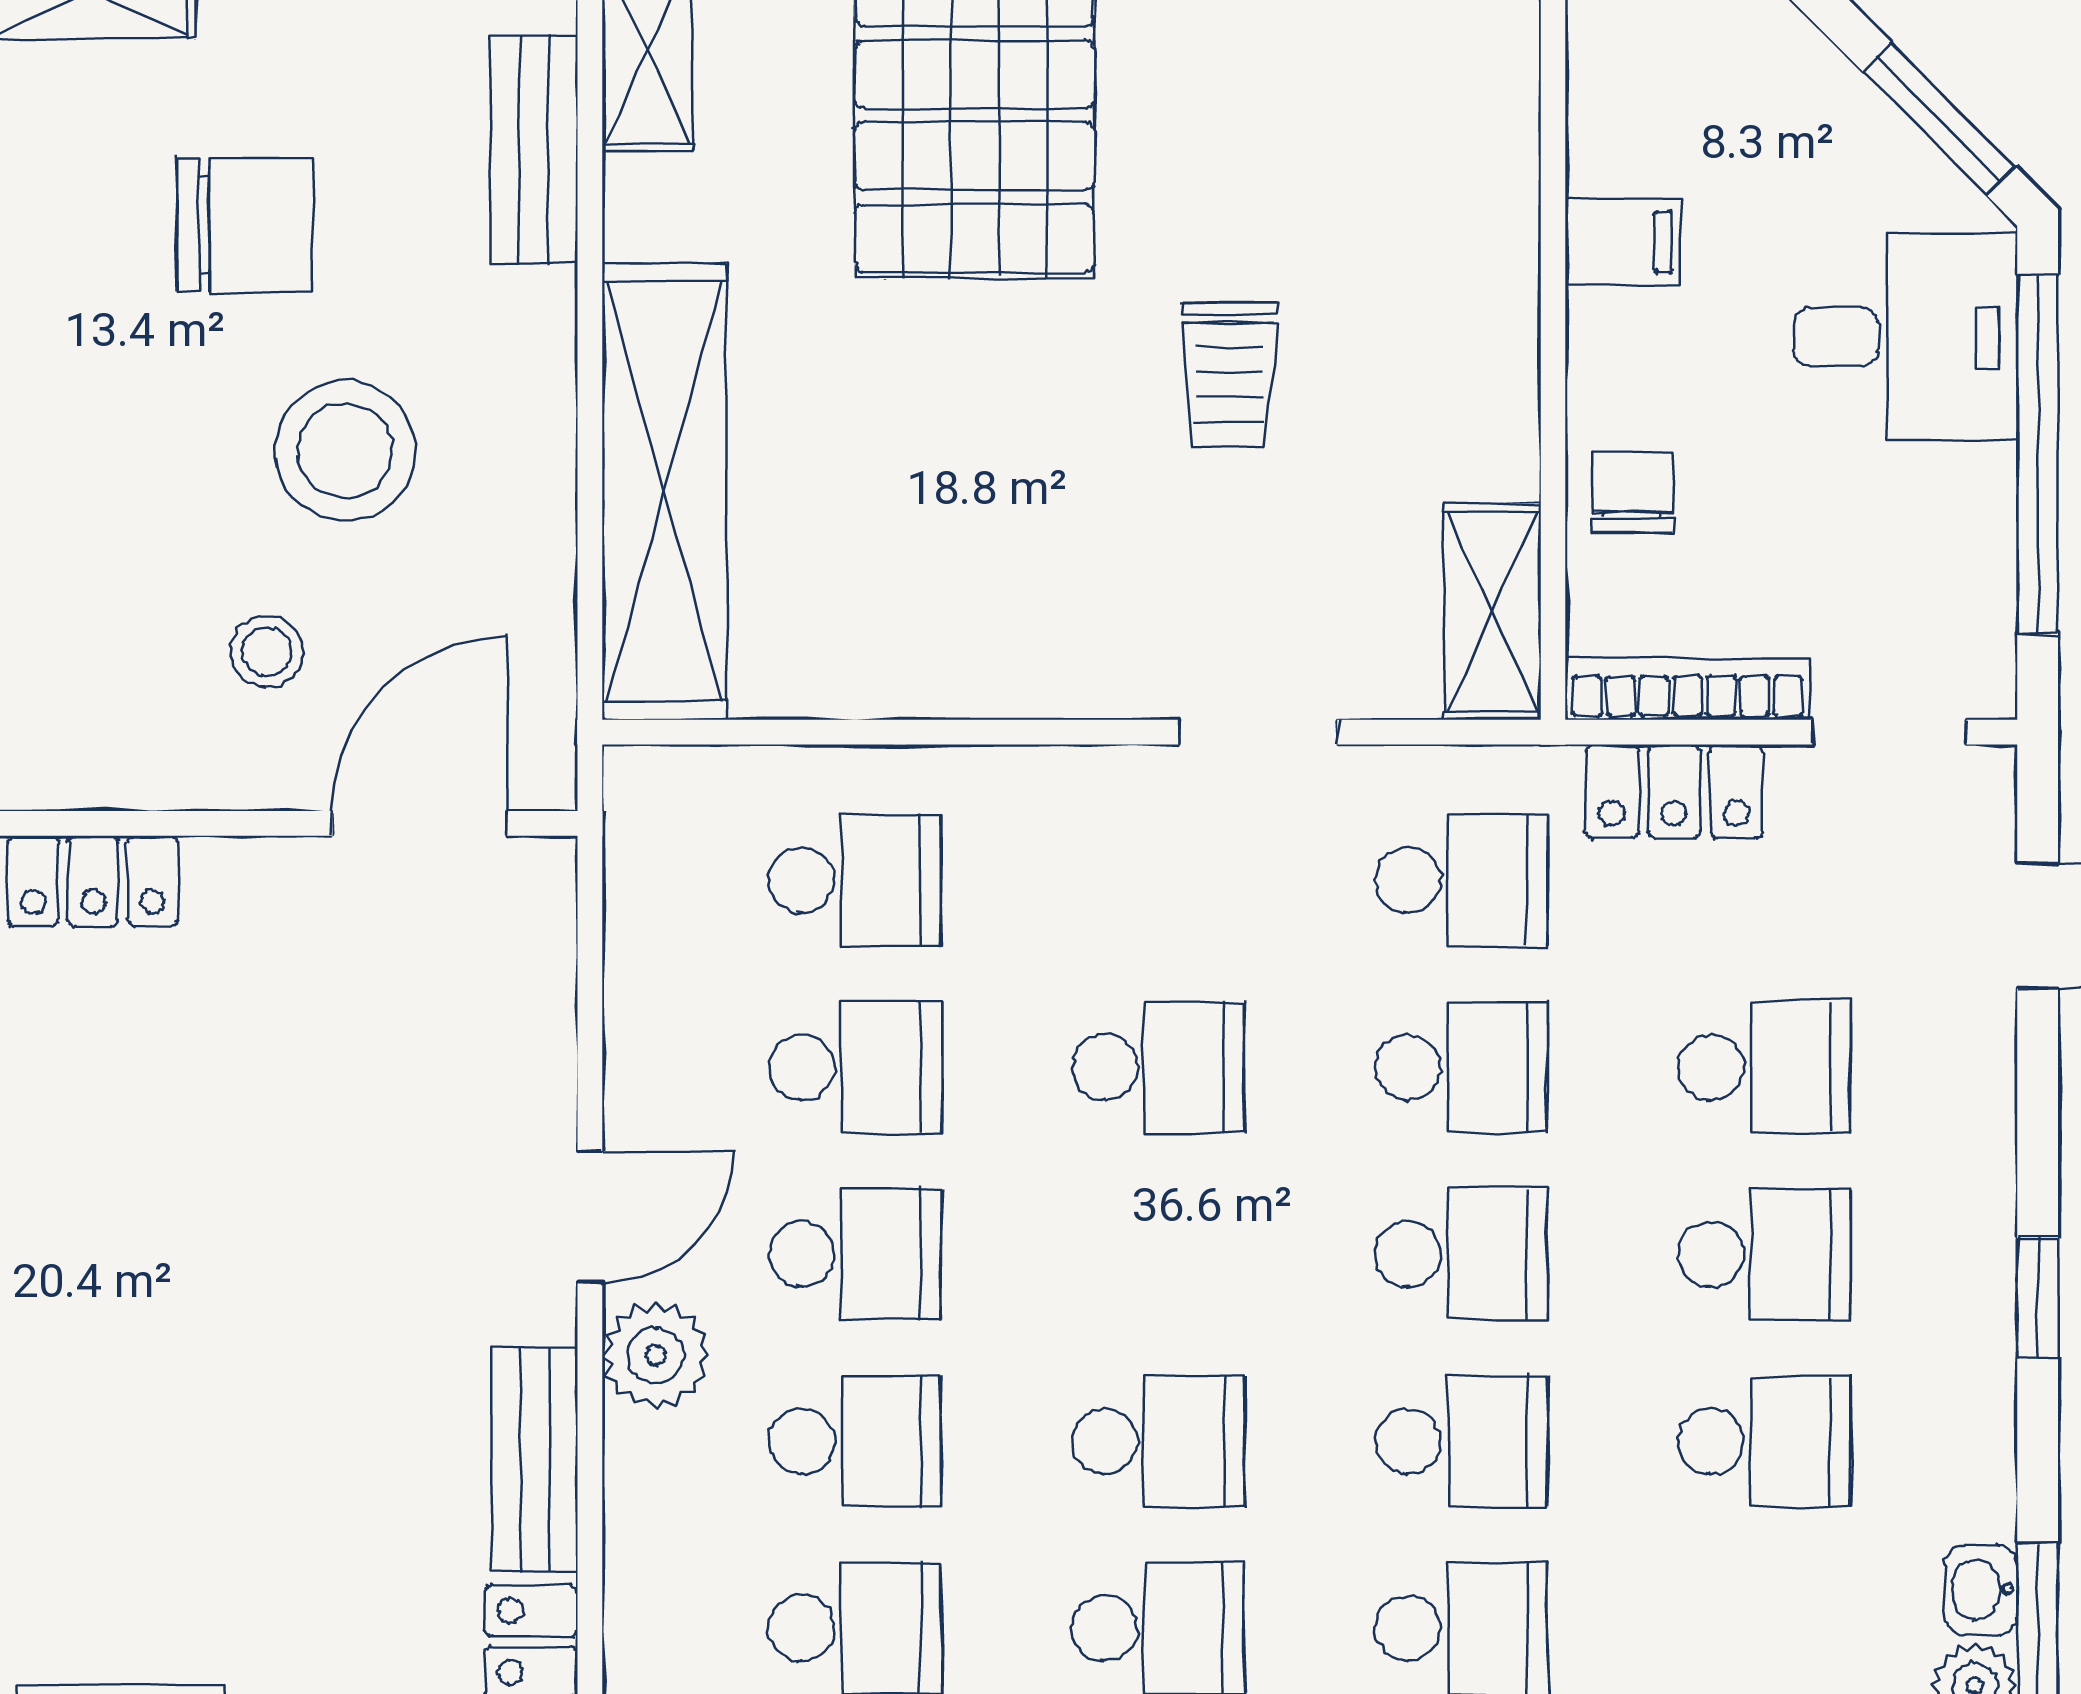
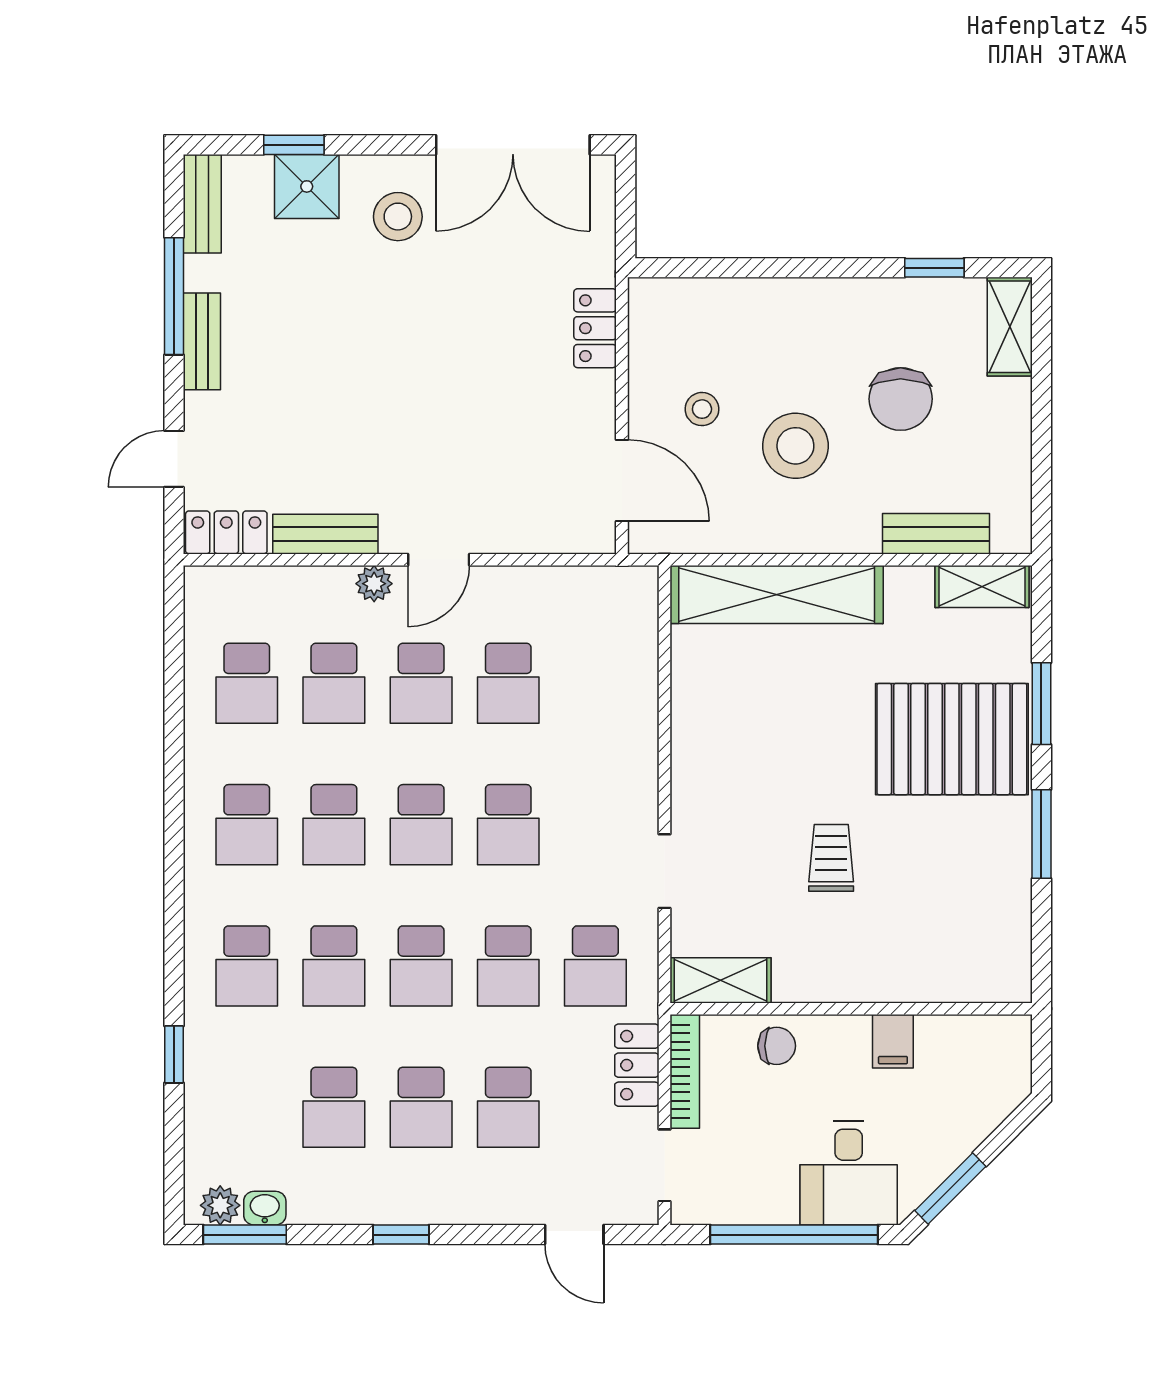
trolley: (1229, 374) -> (831, 858), turned 90
school desk: (855, 880) -> (421, 825), moved
door: (590, 1217) -> (439, 560), hinge flipped
plant: (656, 1355) -> (374, 584), width x0.73, depth x0.73

